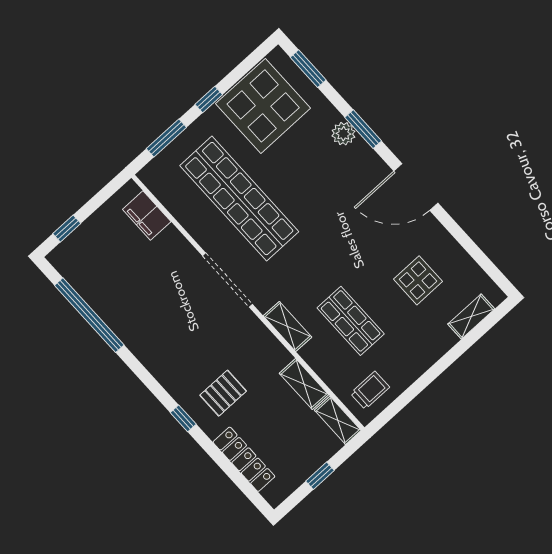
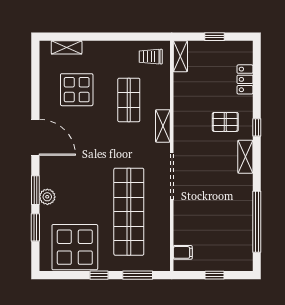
window: (308, 69) -> (35, 227), moved
filing cabinet: (147, 215) -> (183, 252), width x0.50
window: (67, 229) -> (215, 275), moved
display table: (418, 280) -> (77, 90), width x1.36, depth x1.36
shelving: (304, 384) -> (245, 157), moved
locker: (244, 459) -> (245, 79), width x0.66

